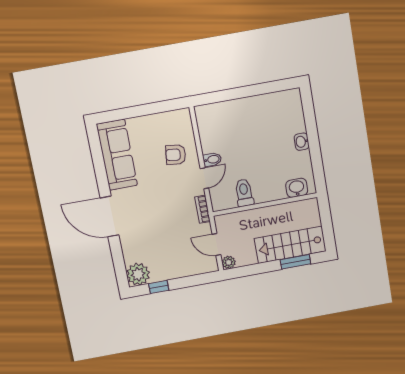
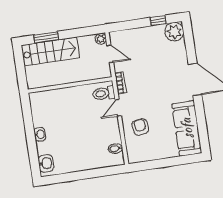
armchair: (176, 155) -> (140, 127), turned -105
bidet: (212, 159) -> (115, 148), moved
washbasin: (297, 188) -> (46, 163), moved, turned -90
toilet: (244, 193) -> (104, 93), moved, turned 90

